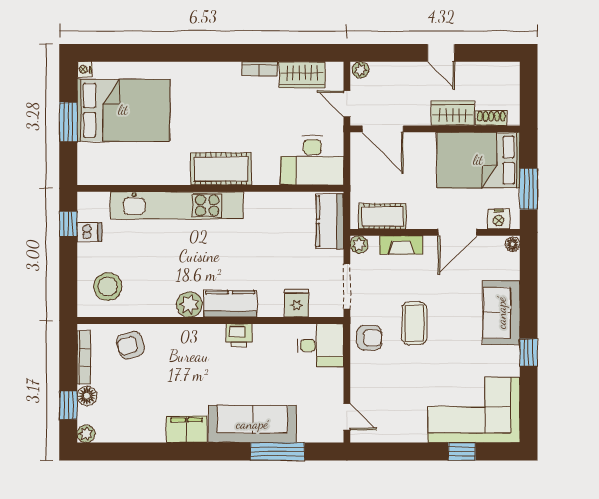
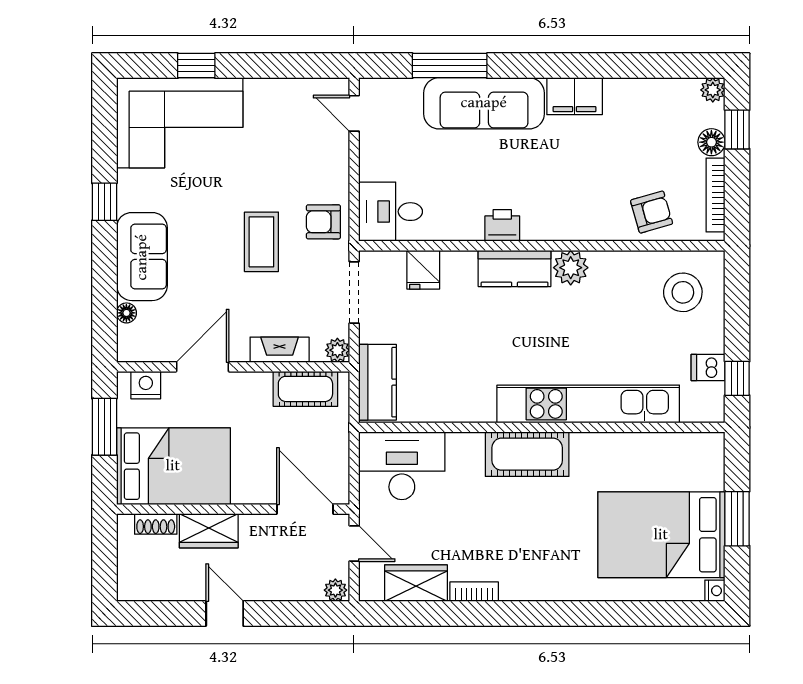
floor lamp: (513, 244) -> (126, 313), moved

